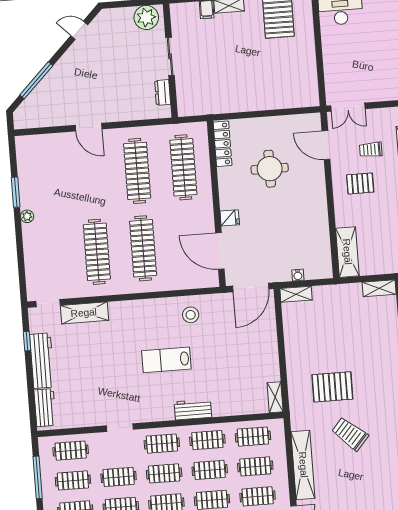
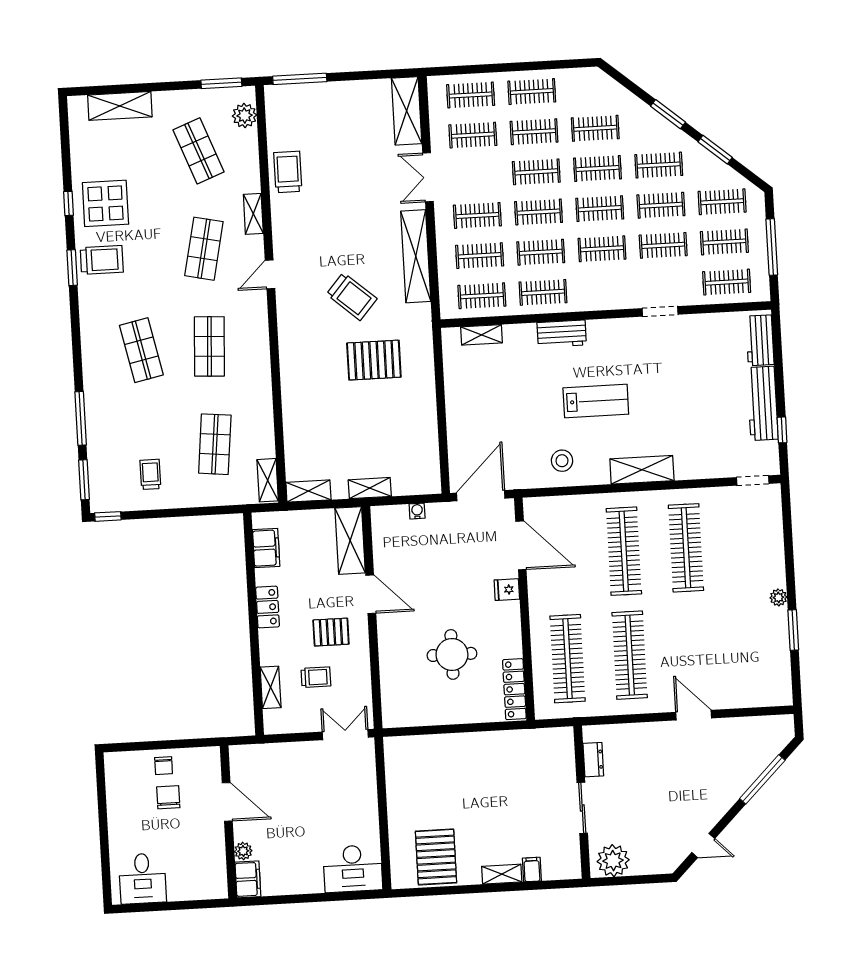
door: (326, 145) -> (371, 594), moved
shelving: (296, 294) -> (370, 488), moved
shelving: (84, 313) -> (642, 470), moved
shelving: (275, 397) -> (481, 335), moved, turned 90
clothes rail: (162, 444) -> (604, 289), removed

